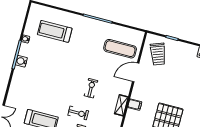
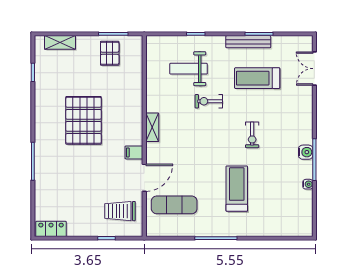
treadmill: (55, 31) -> (237, 189), moved, turned -90
trolley: (158, 54) -> (120, 211), turned -70
exercise bike: (91, 88) -> (252, 135), moved
filing cabinet: (135, 105) -> (134, 152), moved

